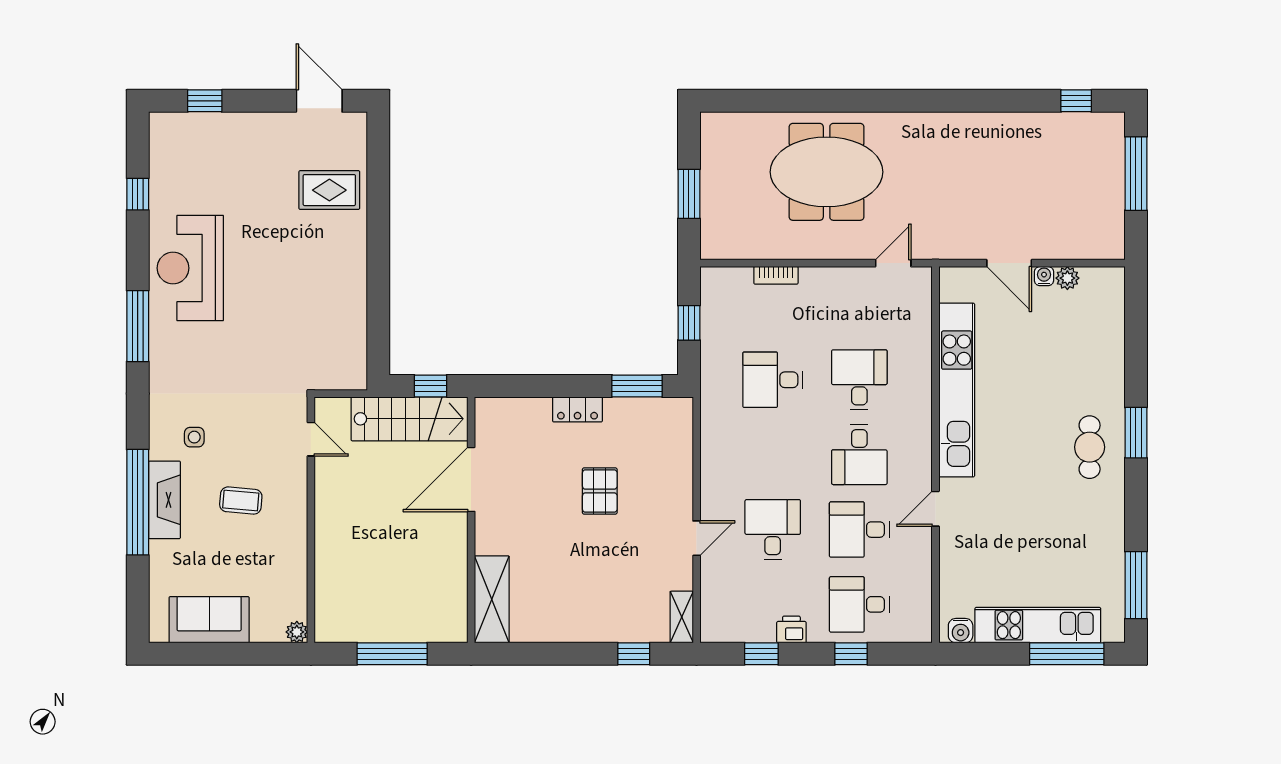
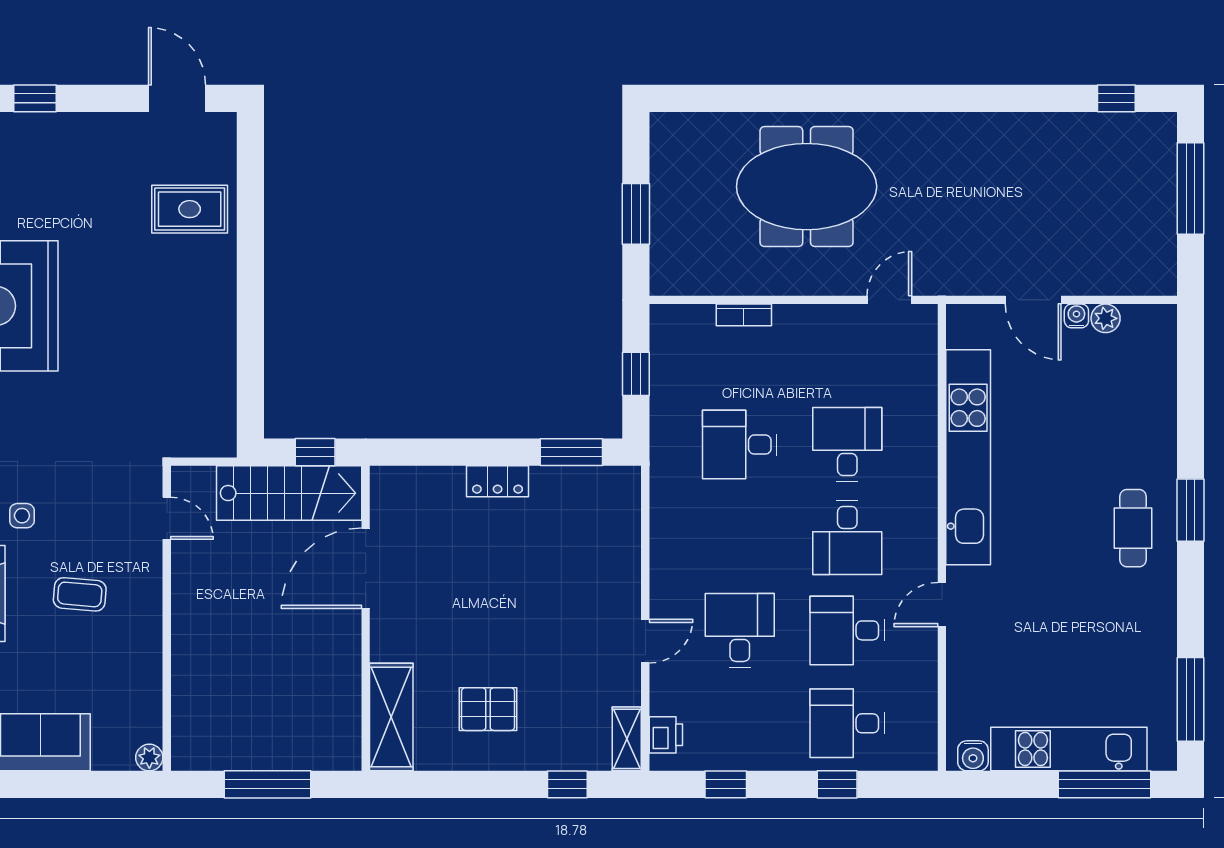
pallet: (600, 491) -> (488, 709), moved, turned 90
printer: (791, 629) -> (666, 735), moved, turned 90

